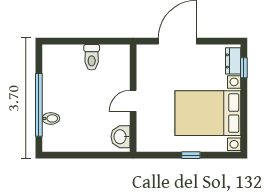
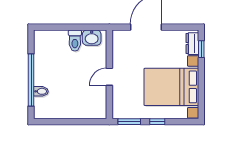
washbasin: (121, 137) -> (92, 38), moved, turned -90
window: (157, 155) -> (129, 122), added

